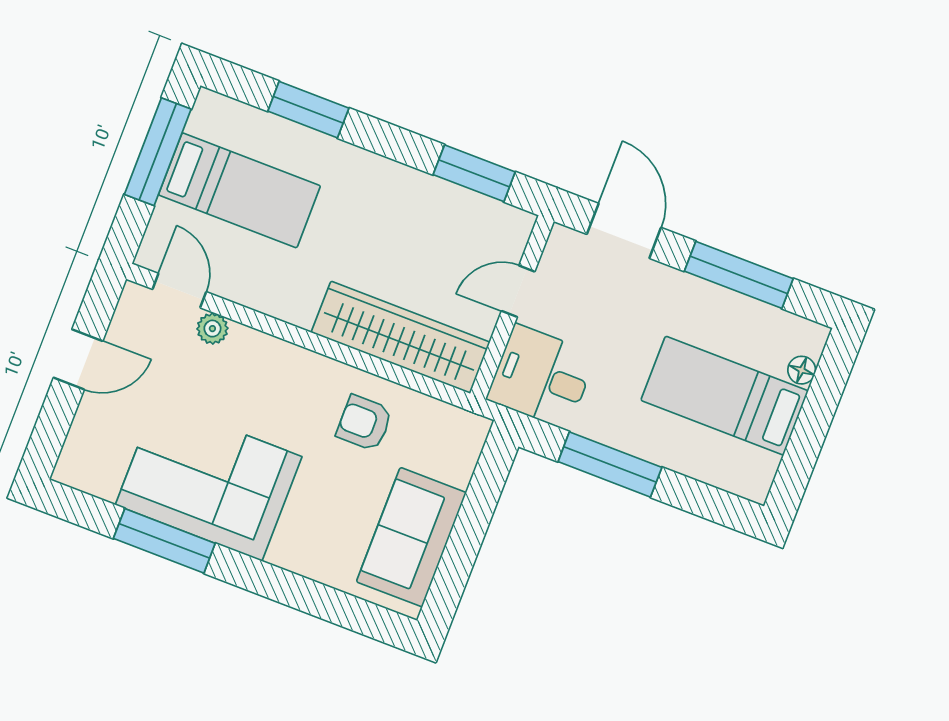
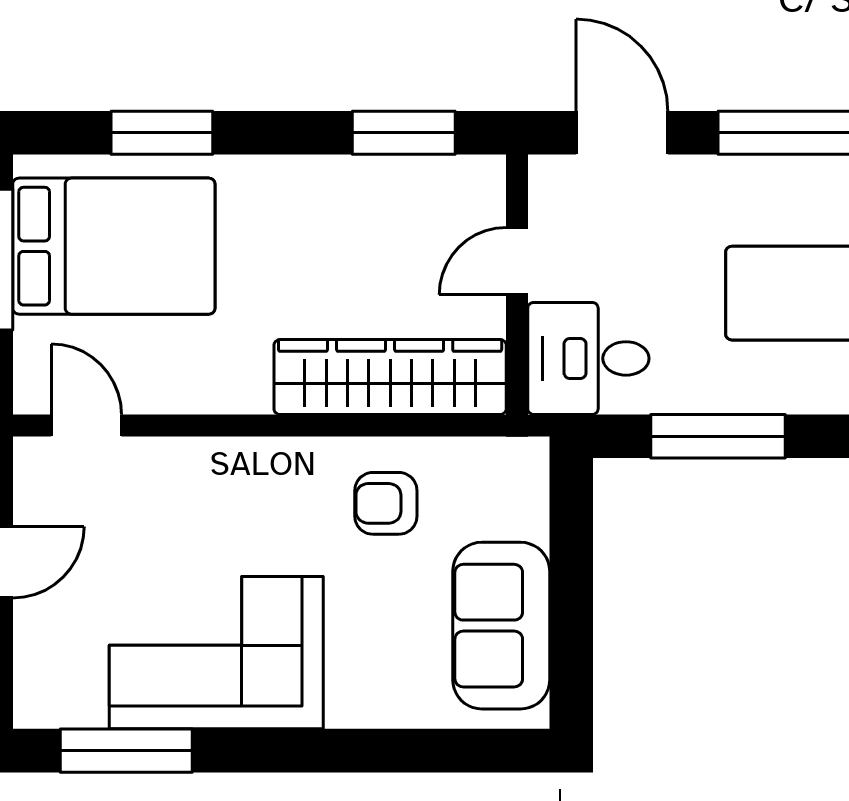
bed: (239, 190) -> (114, 246), width x1.50
plant: (212, 329) -> (147, 458), removed
window: (164, 541) -> (126, 751), moved

